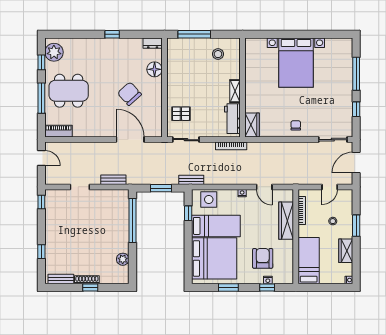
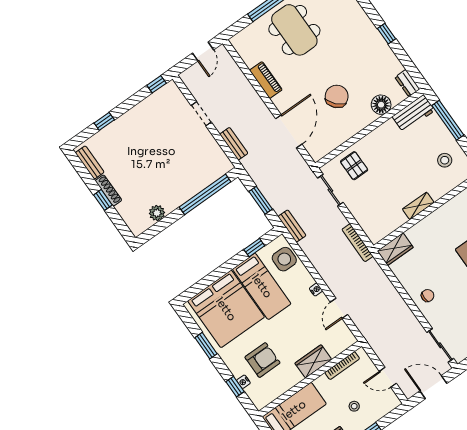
workbench: (232, 119) -> (414, 113), moved, turned 180
piano: (58, 131) -> (266, 80), moved
wardrobe: (286, 221) -> (313, 361), width x0.67

